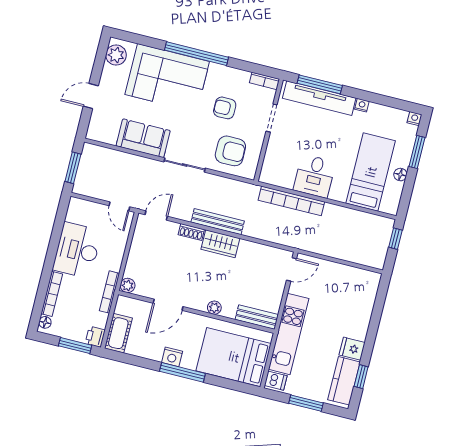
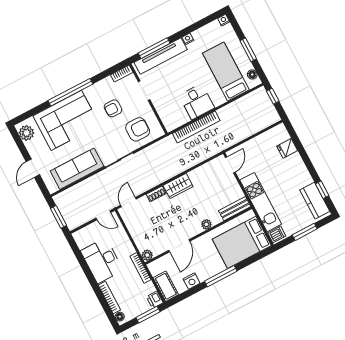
sofa: (143, 138) -> (77, 169), width x1.36
window: (417, 152) -> (248, 50), moved
floor lamp: (400, 175) -> (252, 74), moved
bench: (218, 222) -> (165, 175), removed
fridge: (352, 349) -> (287, 148), moved
nightstand: (172, 357) -> (192, 281), moved

